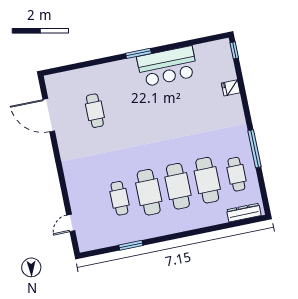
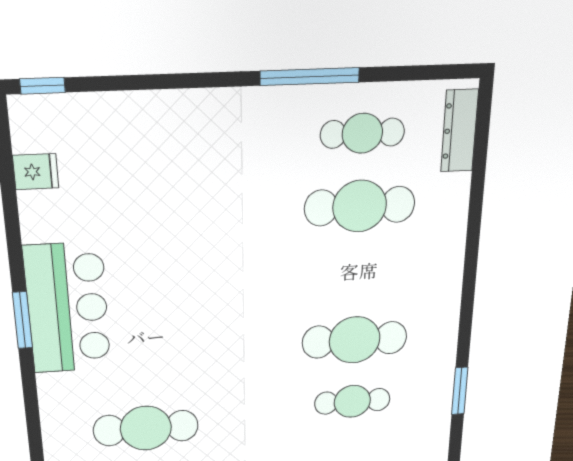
bar counter: (167, 66) -> (68, 308), moved
fridge: (231, 88) -> (36, 172), moved, turned -90
cafe table: (95, 111) -> (146, 428), width x1.37, depth x1.35
cafe table: (178, 186) -> (357, 275), removed

